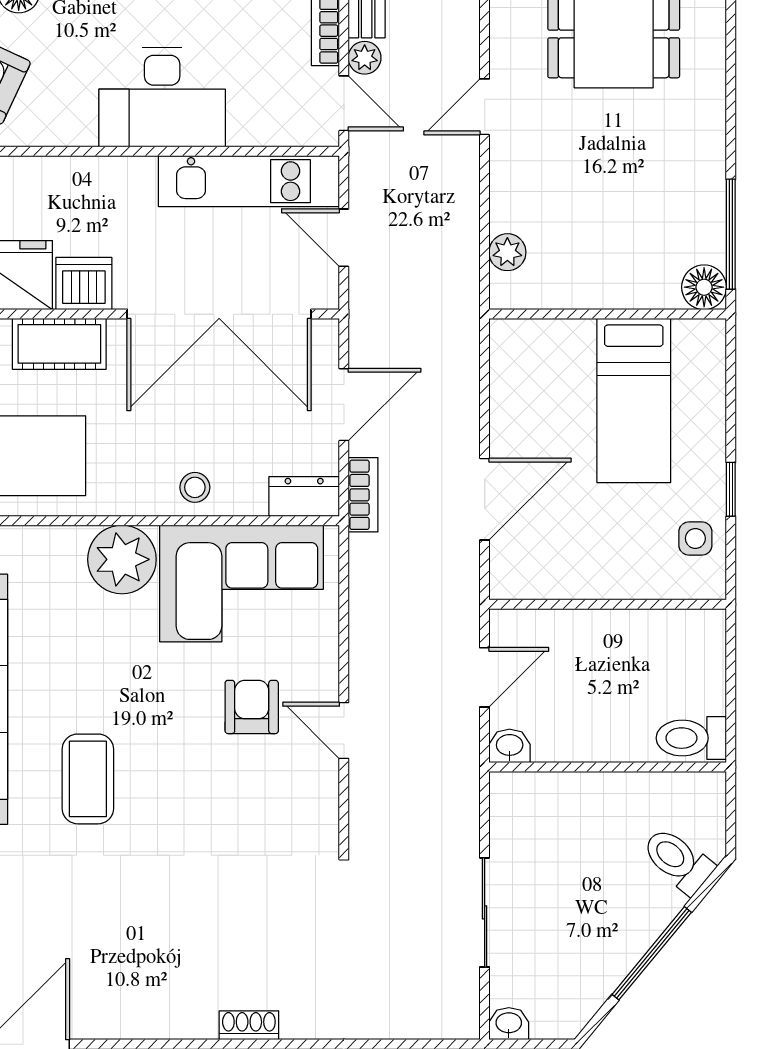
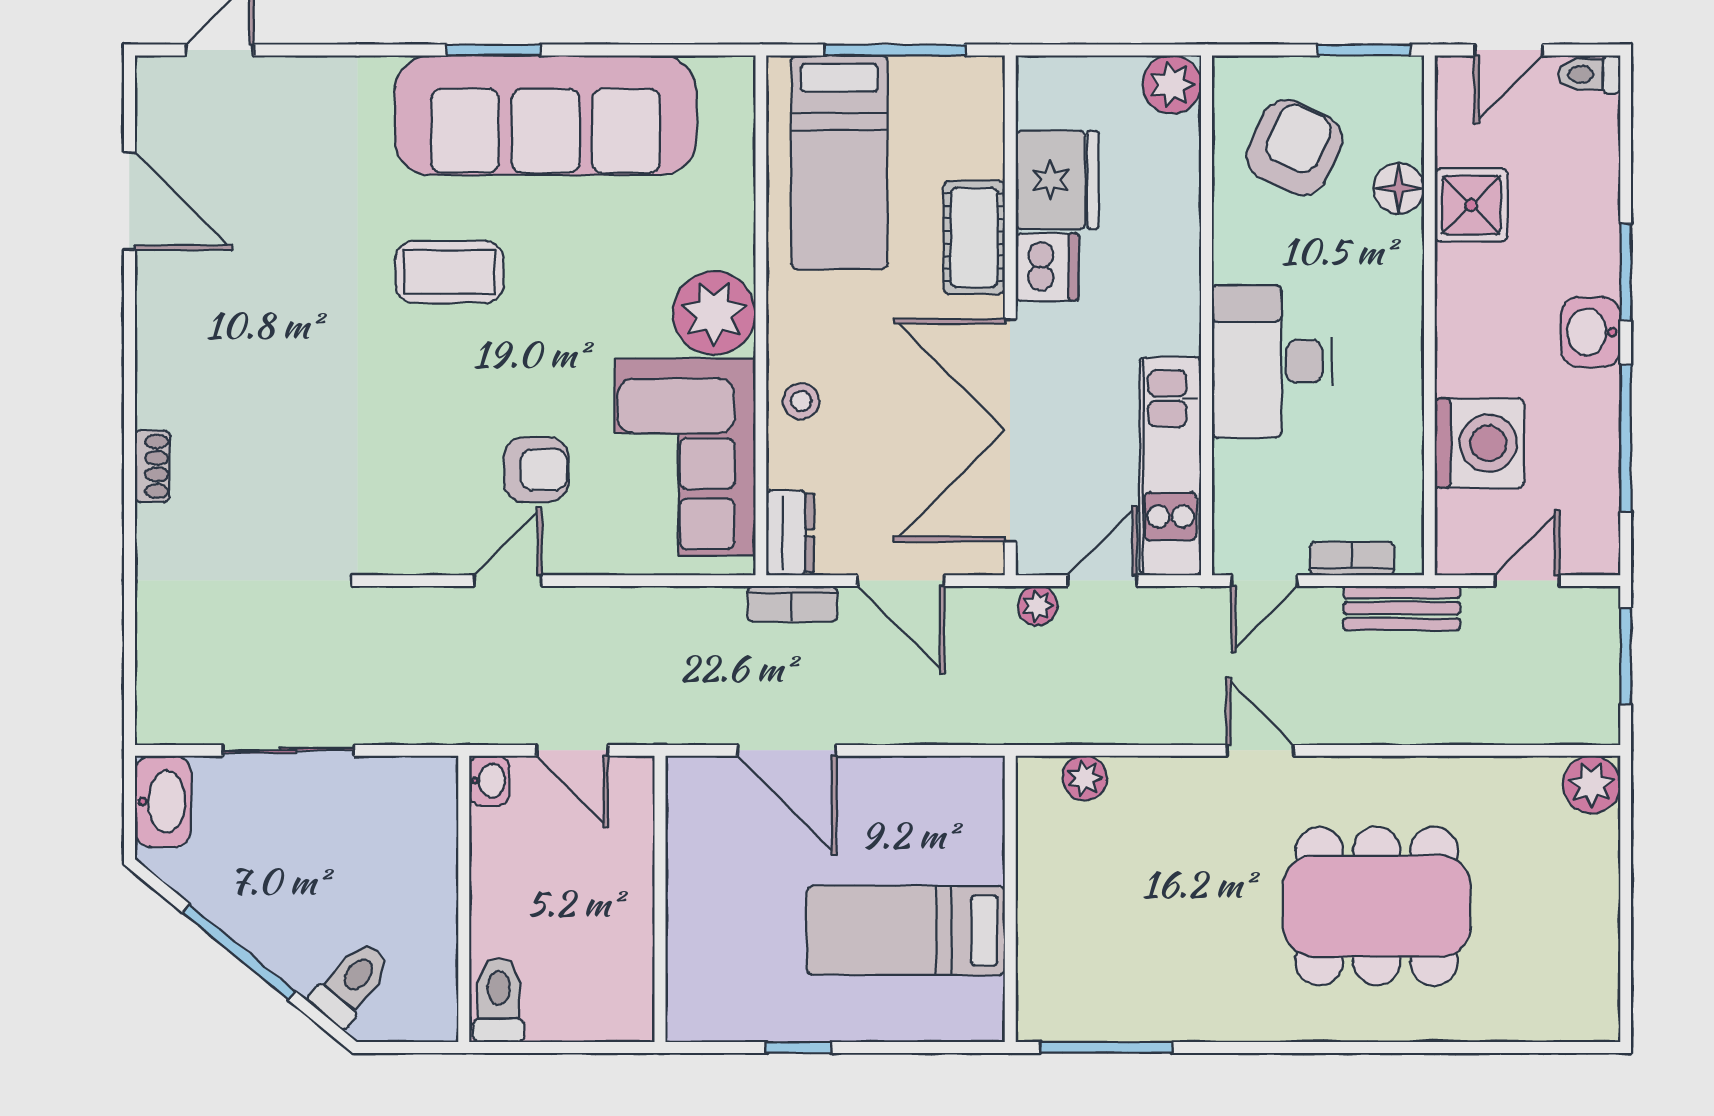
plant: (365, 58) -> (1038, 606), moved
floor lamp: (704, 287) -> (1043, 1015), removed
side table: (695, 538) -> (739, 1005), removed
washbasin: (509, 1024) -> (163, 802), width x1.91, depth x1.45

